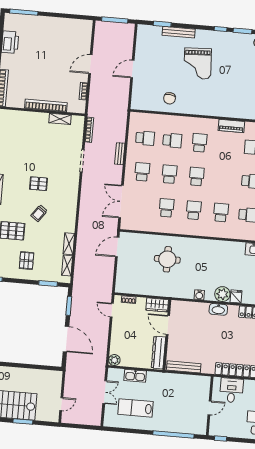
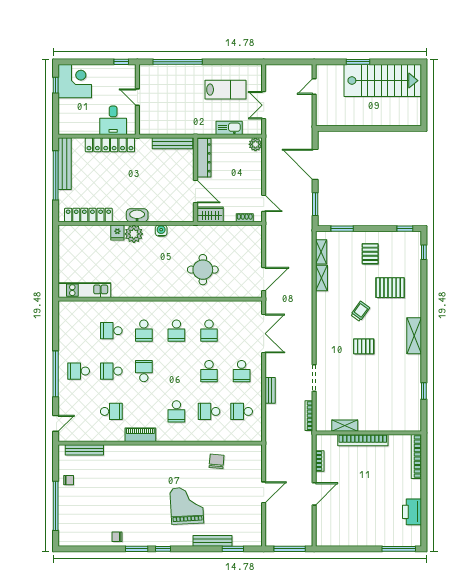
school desk: (197, 176) -> (144, 371), moved, turned 180
door: (210, 408) -> (137, 97), hinge flipped

